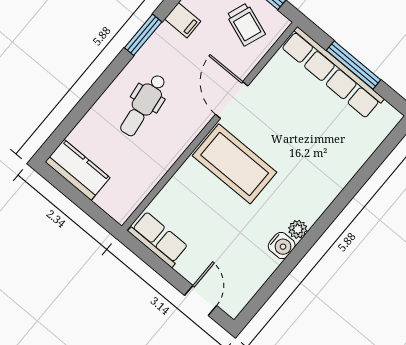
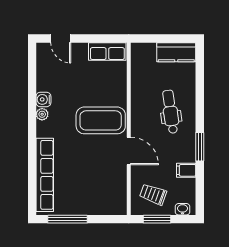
window: (354, 65) -> (68, 219), moved
row of seats: (332, 73) -> (45, 175), moved, turned 90

